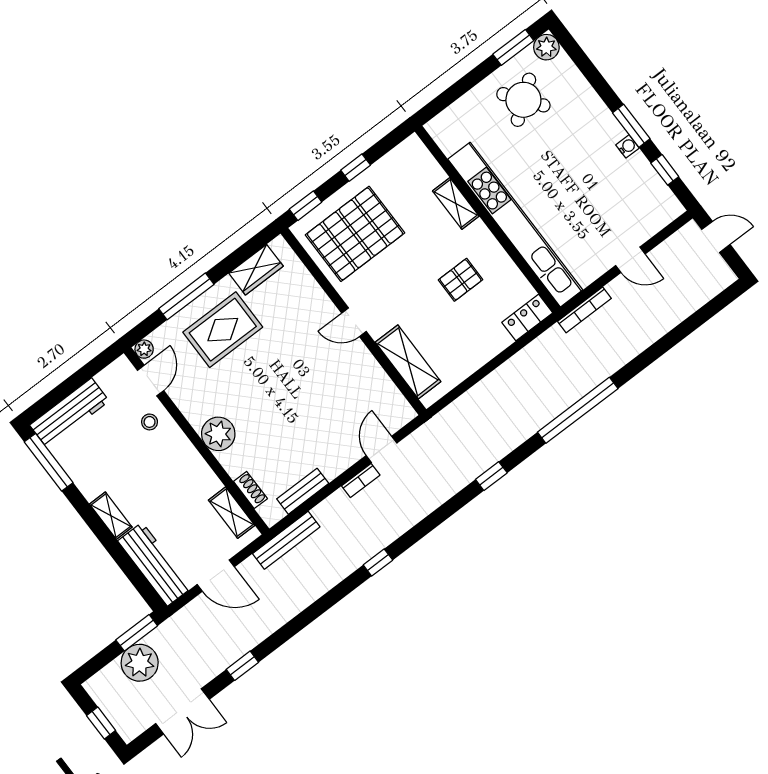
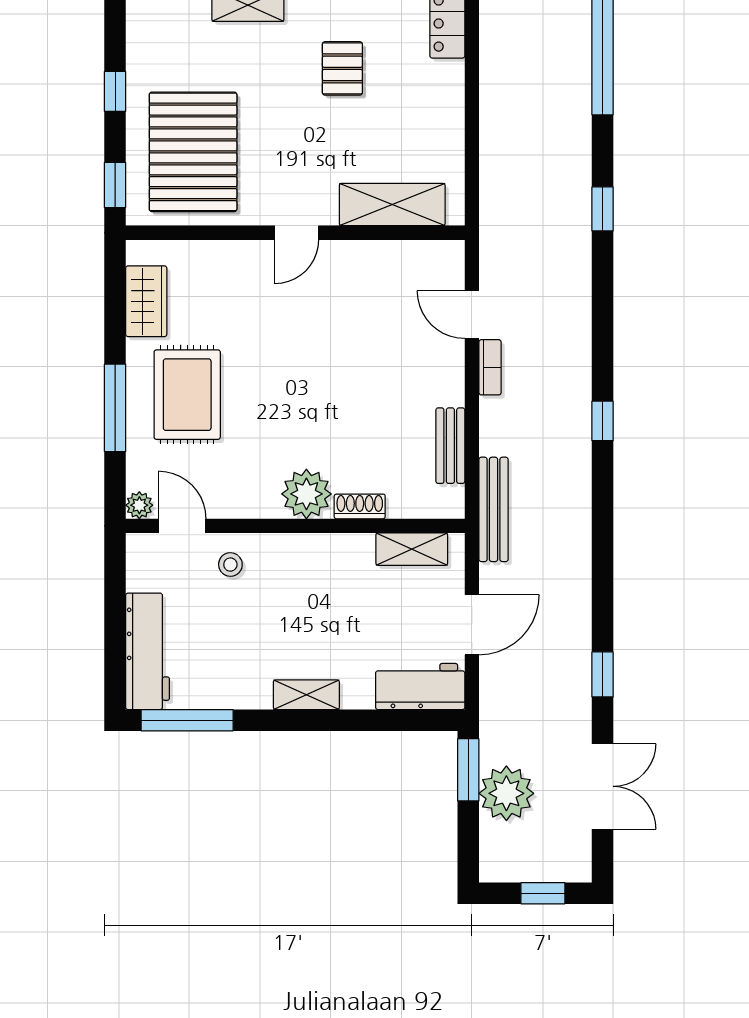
shoe rack: (250, 490) -> (360, 506), moved
workbench: (155, 564) -> (420, 687), width x0.73

